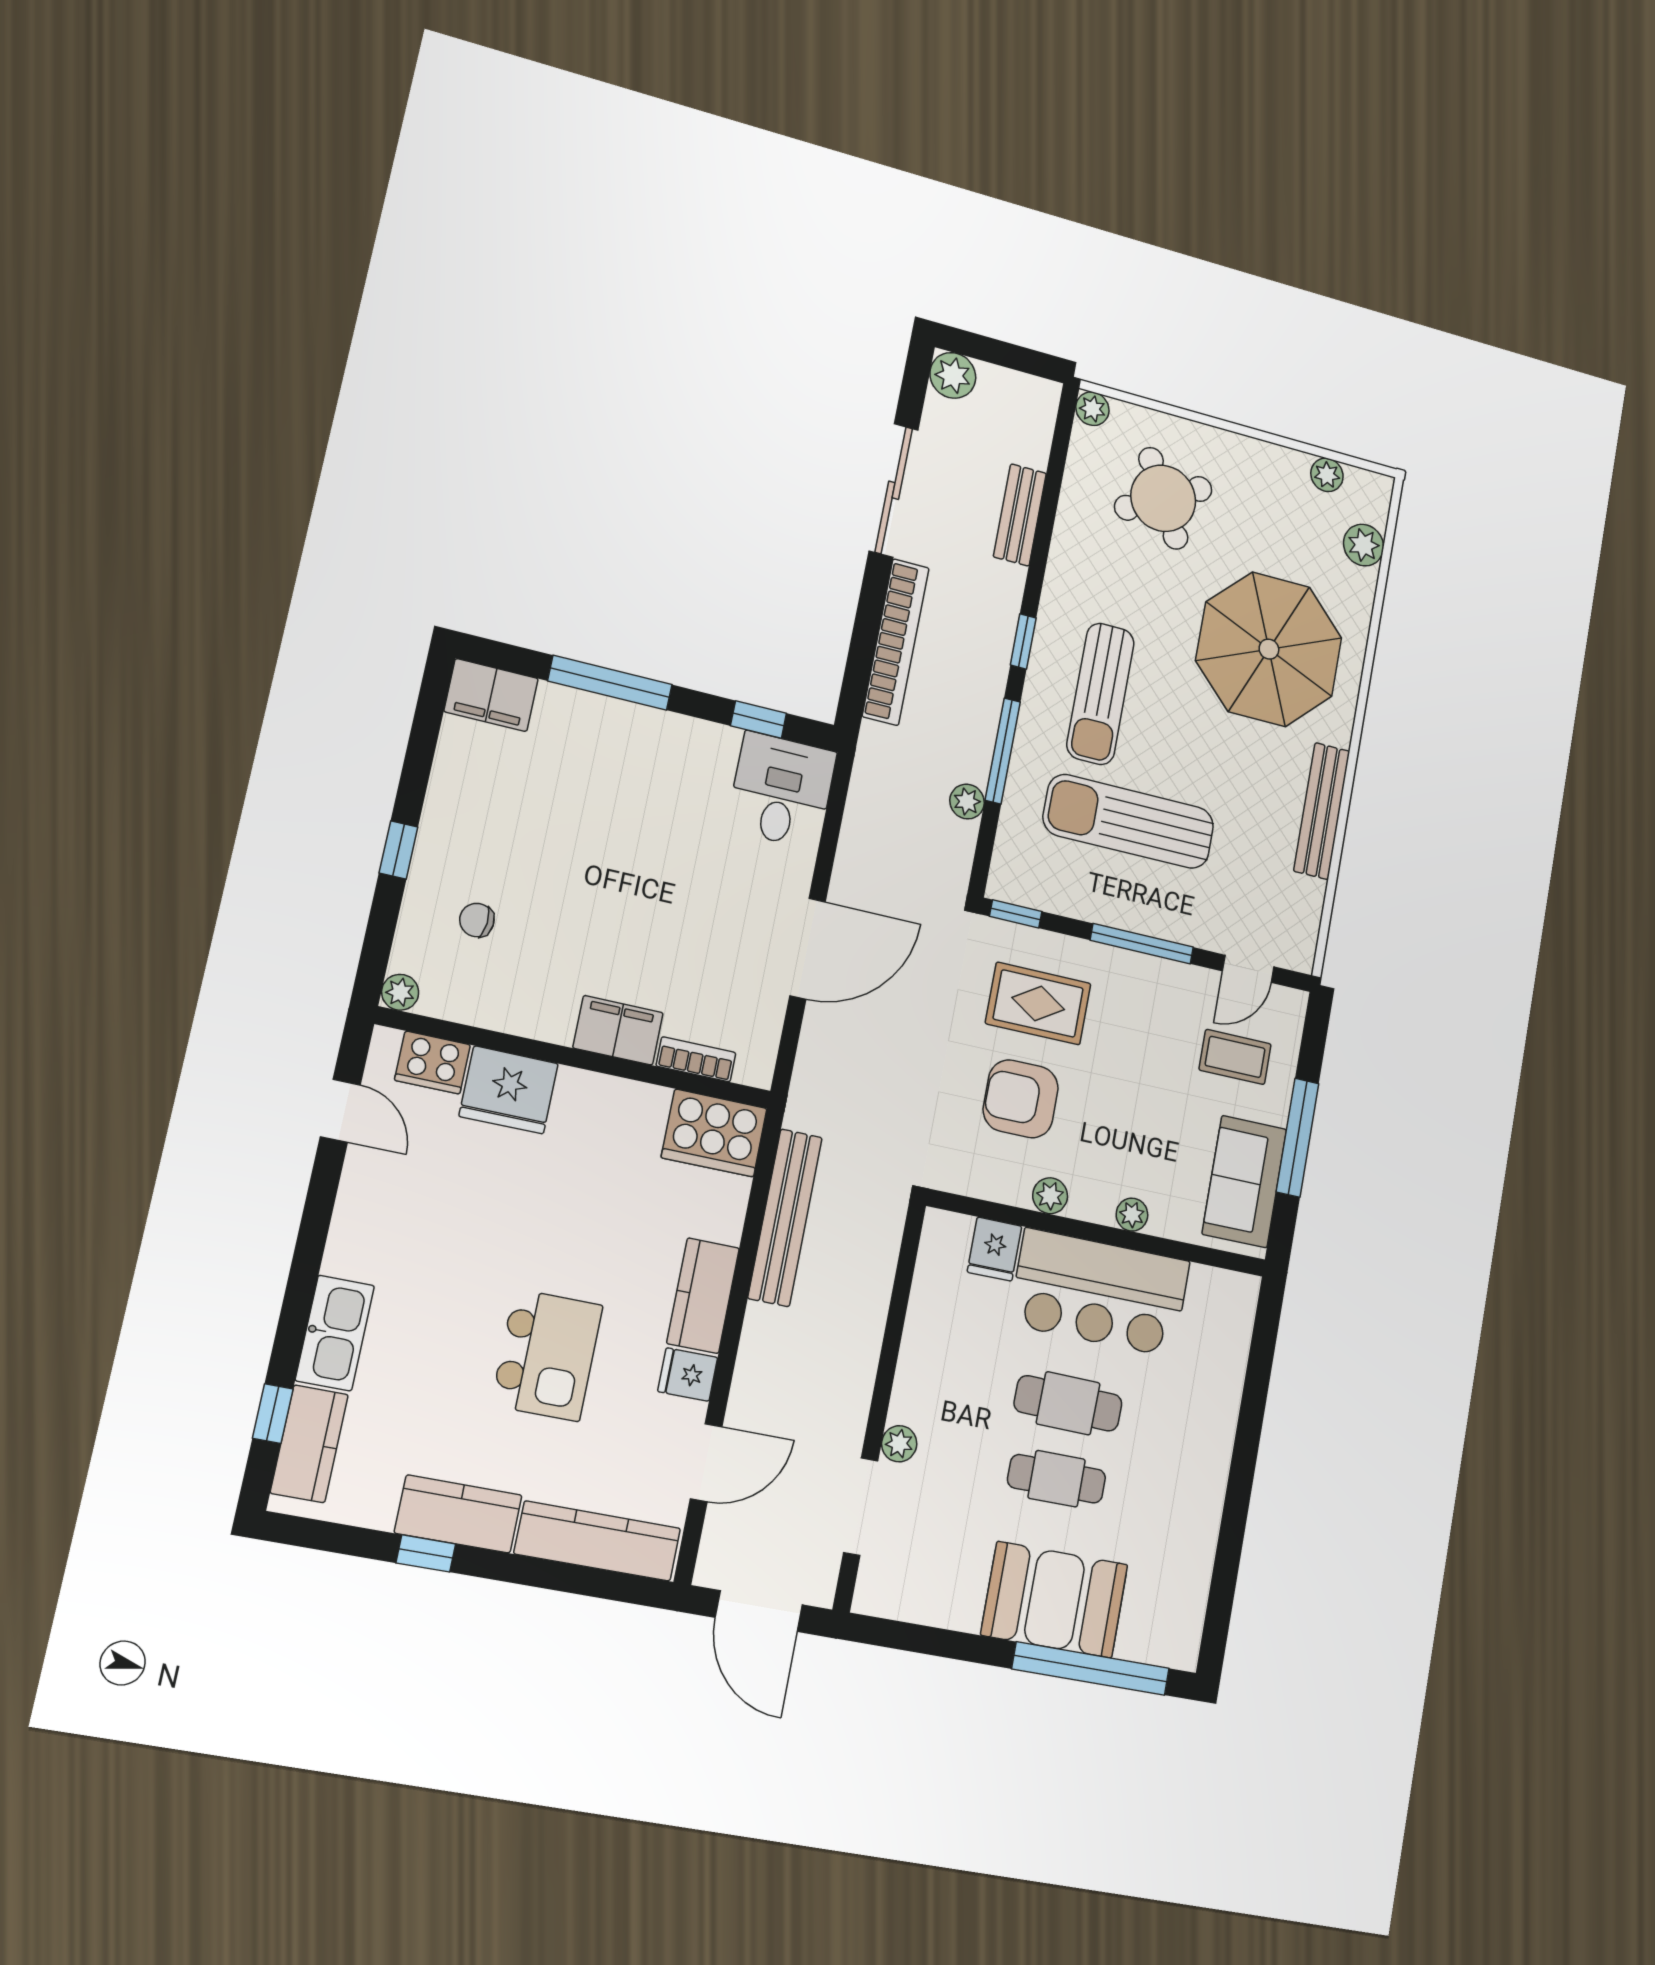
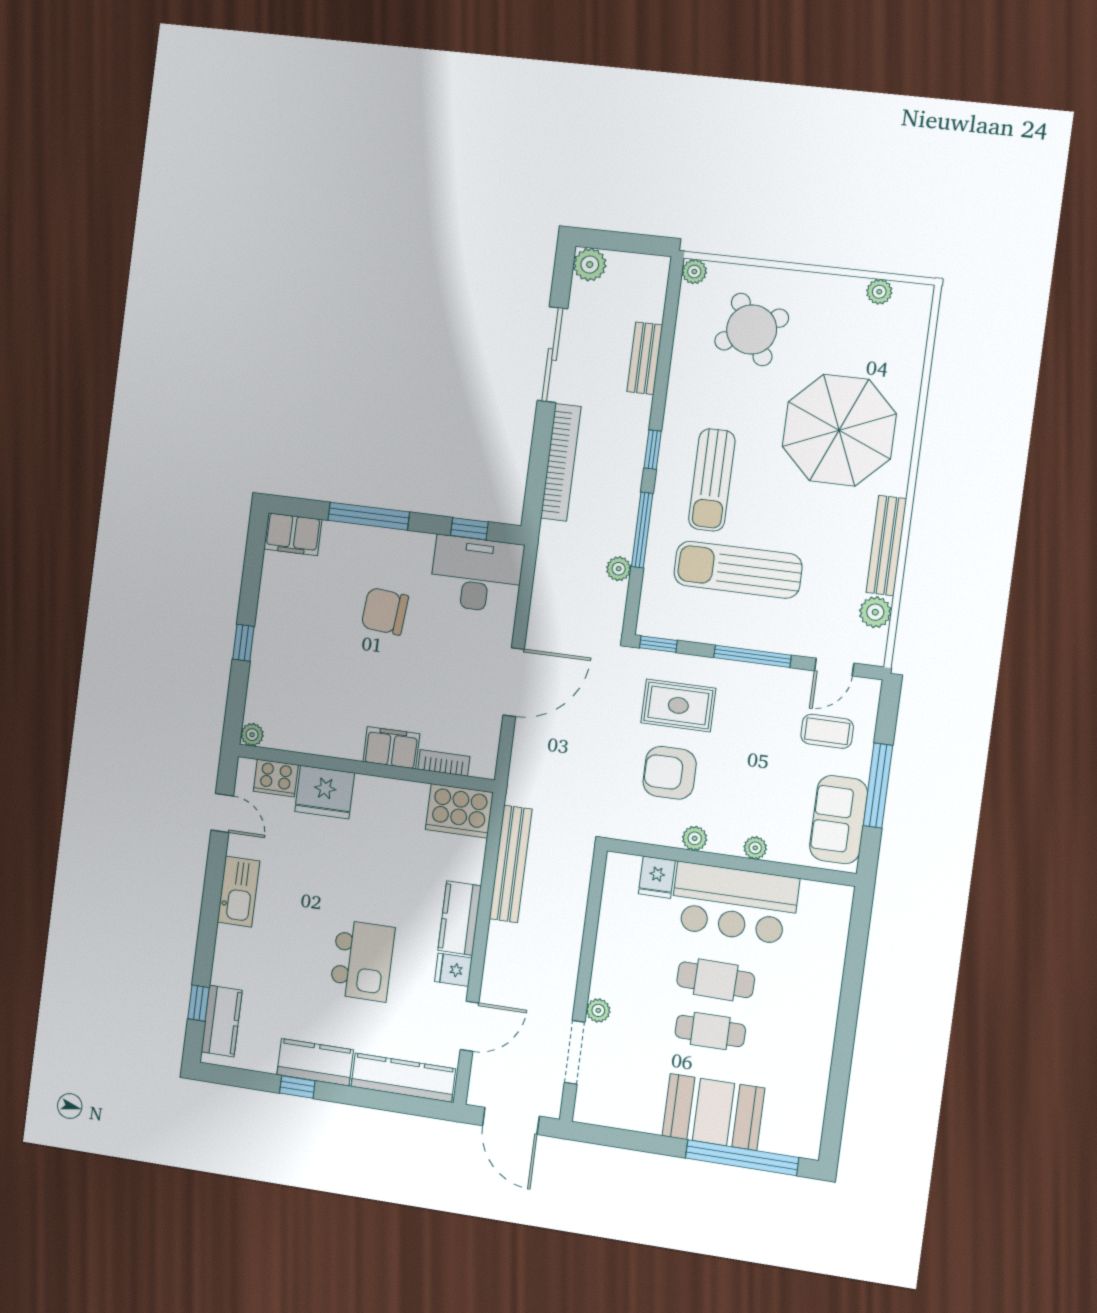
plant: (1364, 545) -> (875, 612), moved
desk: (782, 790) -> (477, 574), width x1.37
chair: (477, 920) -> (385, 611), moved, width x1.87, depth x1.87
kitchen sink: (335, 1333) -> (238, 892), moved

